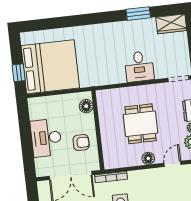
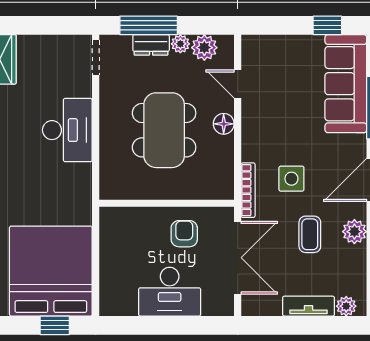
desk: (139, 66) -> (67, 130), width x1.37
floor lamp: (86, 106) -> (124, 218), removed
dining table: (141, 124) -> (164, 130), width x1.38

